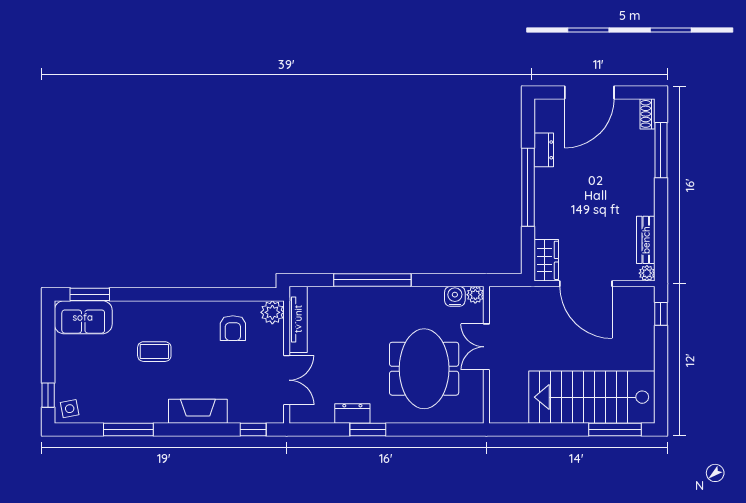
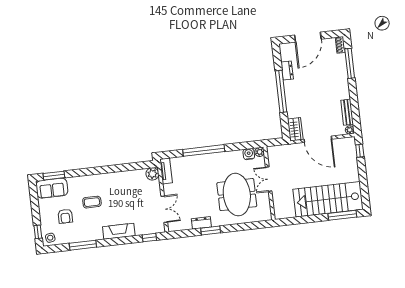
tv unit: (298, 319) -> (166, 171), width x0.71
armchair: (233, 328) -> (65, 216), moved

